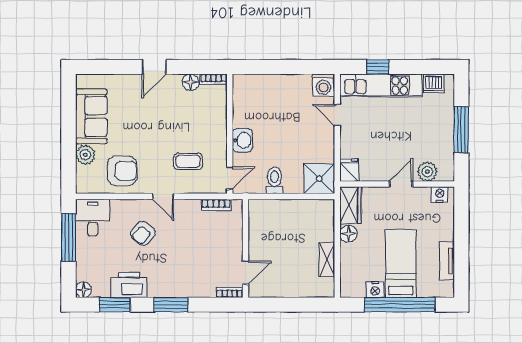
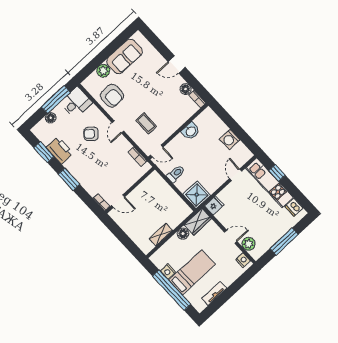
washing machine: (323, 85) -> (230, 139), moved
washbasin: (242, 140) -> (191, 131), moved
floor lamp: (83, 290) -> (51, 118), moved

